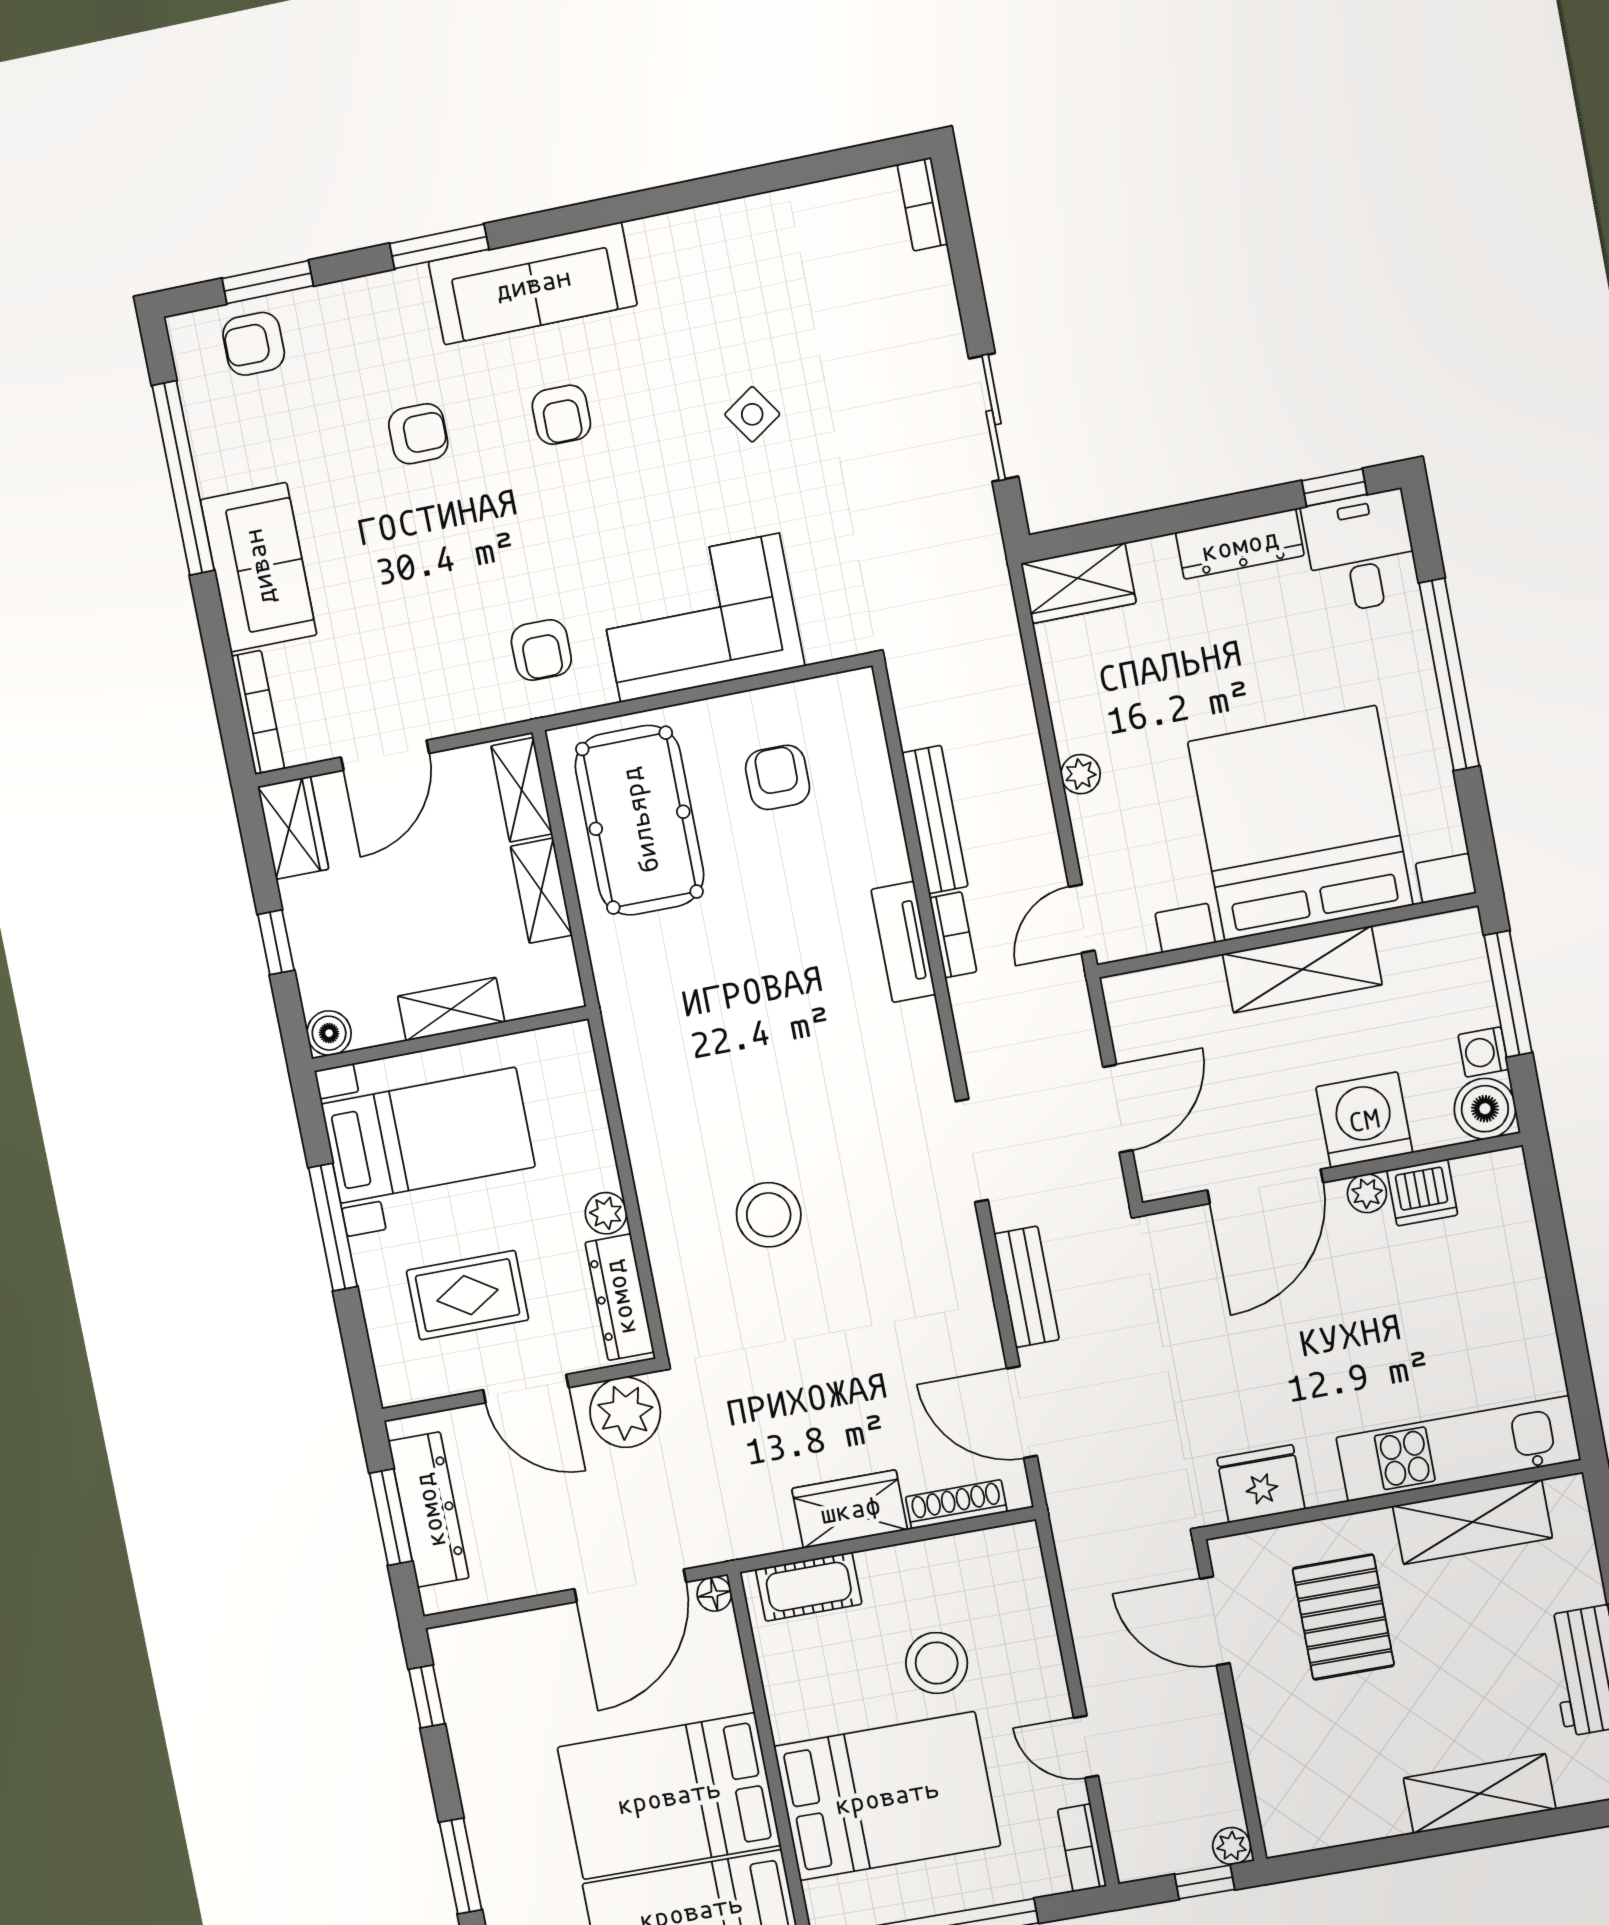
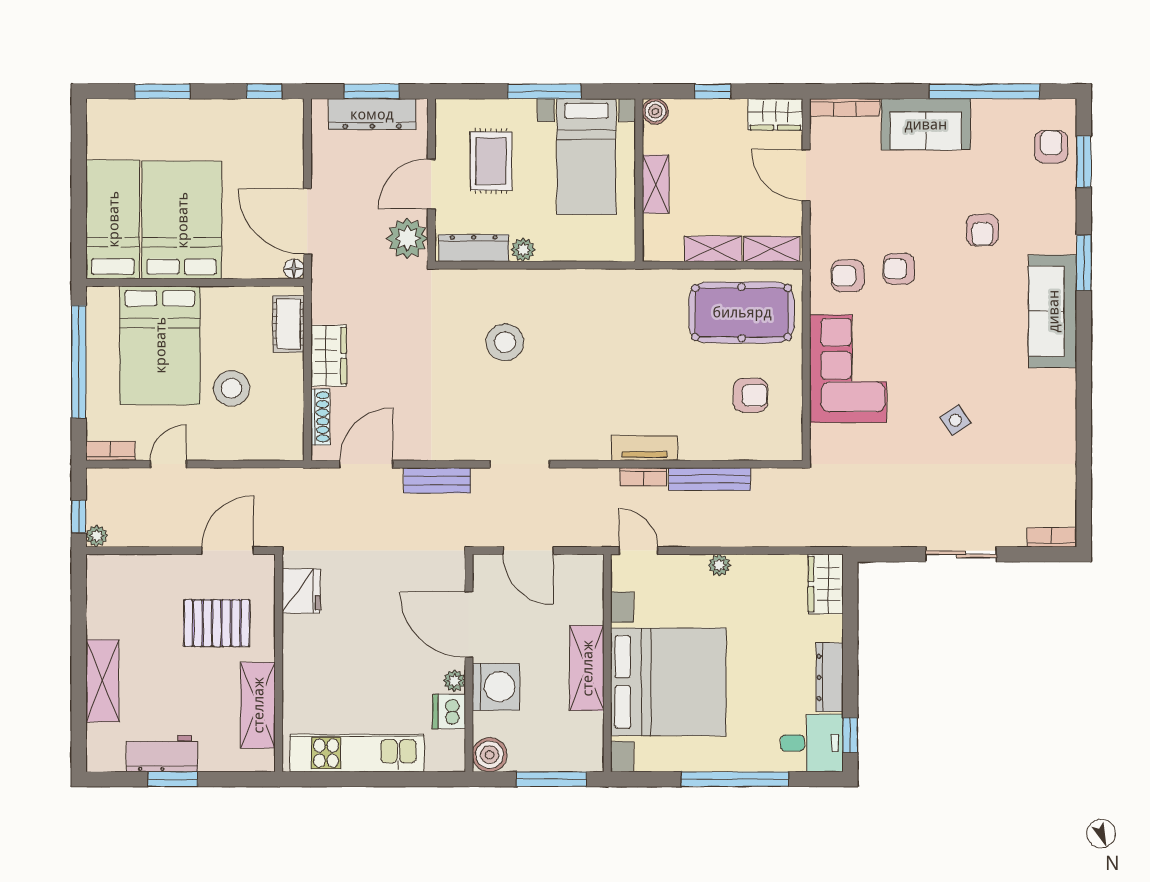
armchair: (561, 415) -> (899, 269), moved
sliding door: (994, 417) -> (961, 554), moved
washing machine: (1483, 1052) -> (521, 760), removed
kitchen unit: (1458, 1449) -> (357, 753), moved, turned -90

